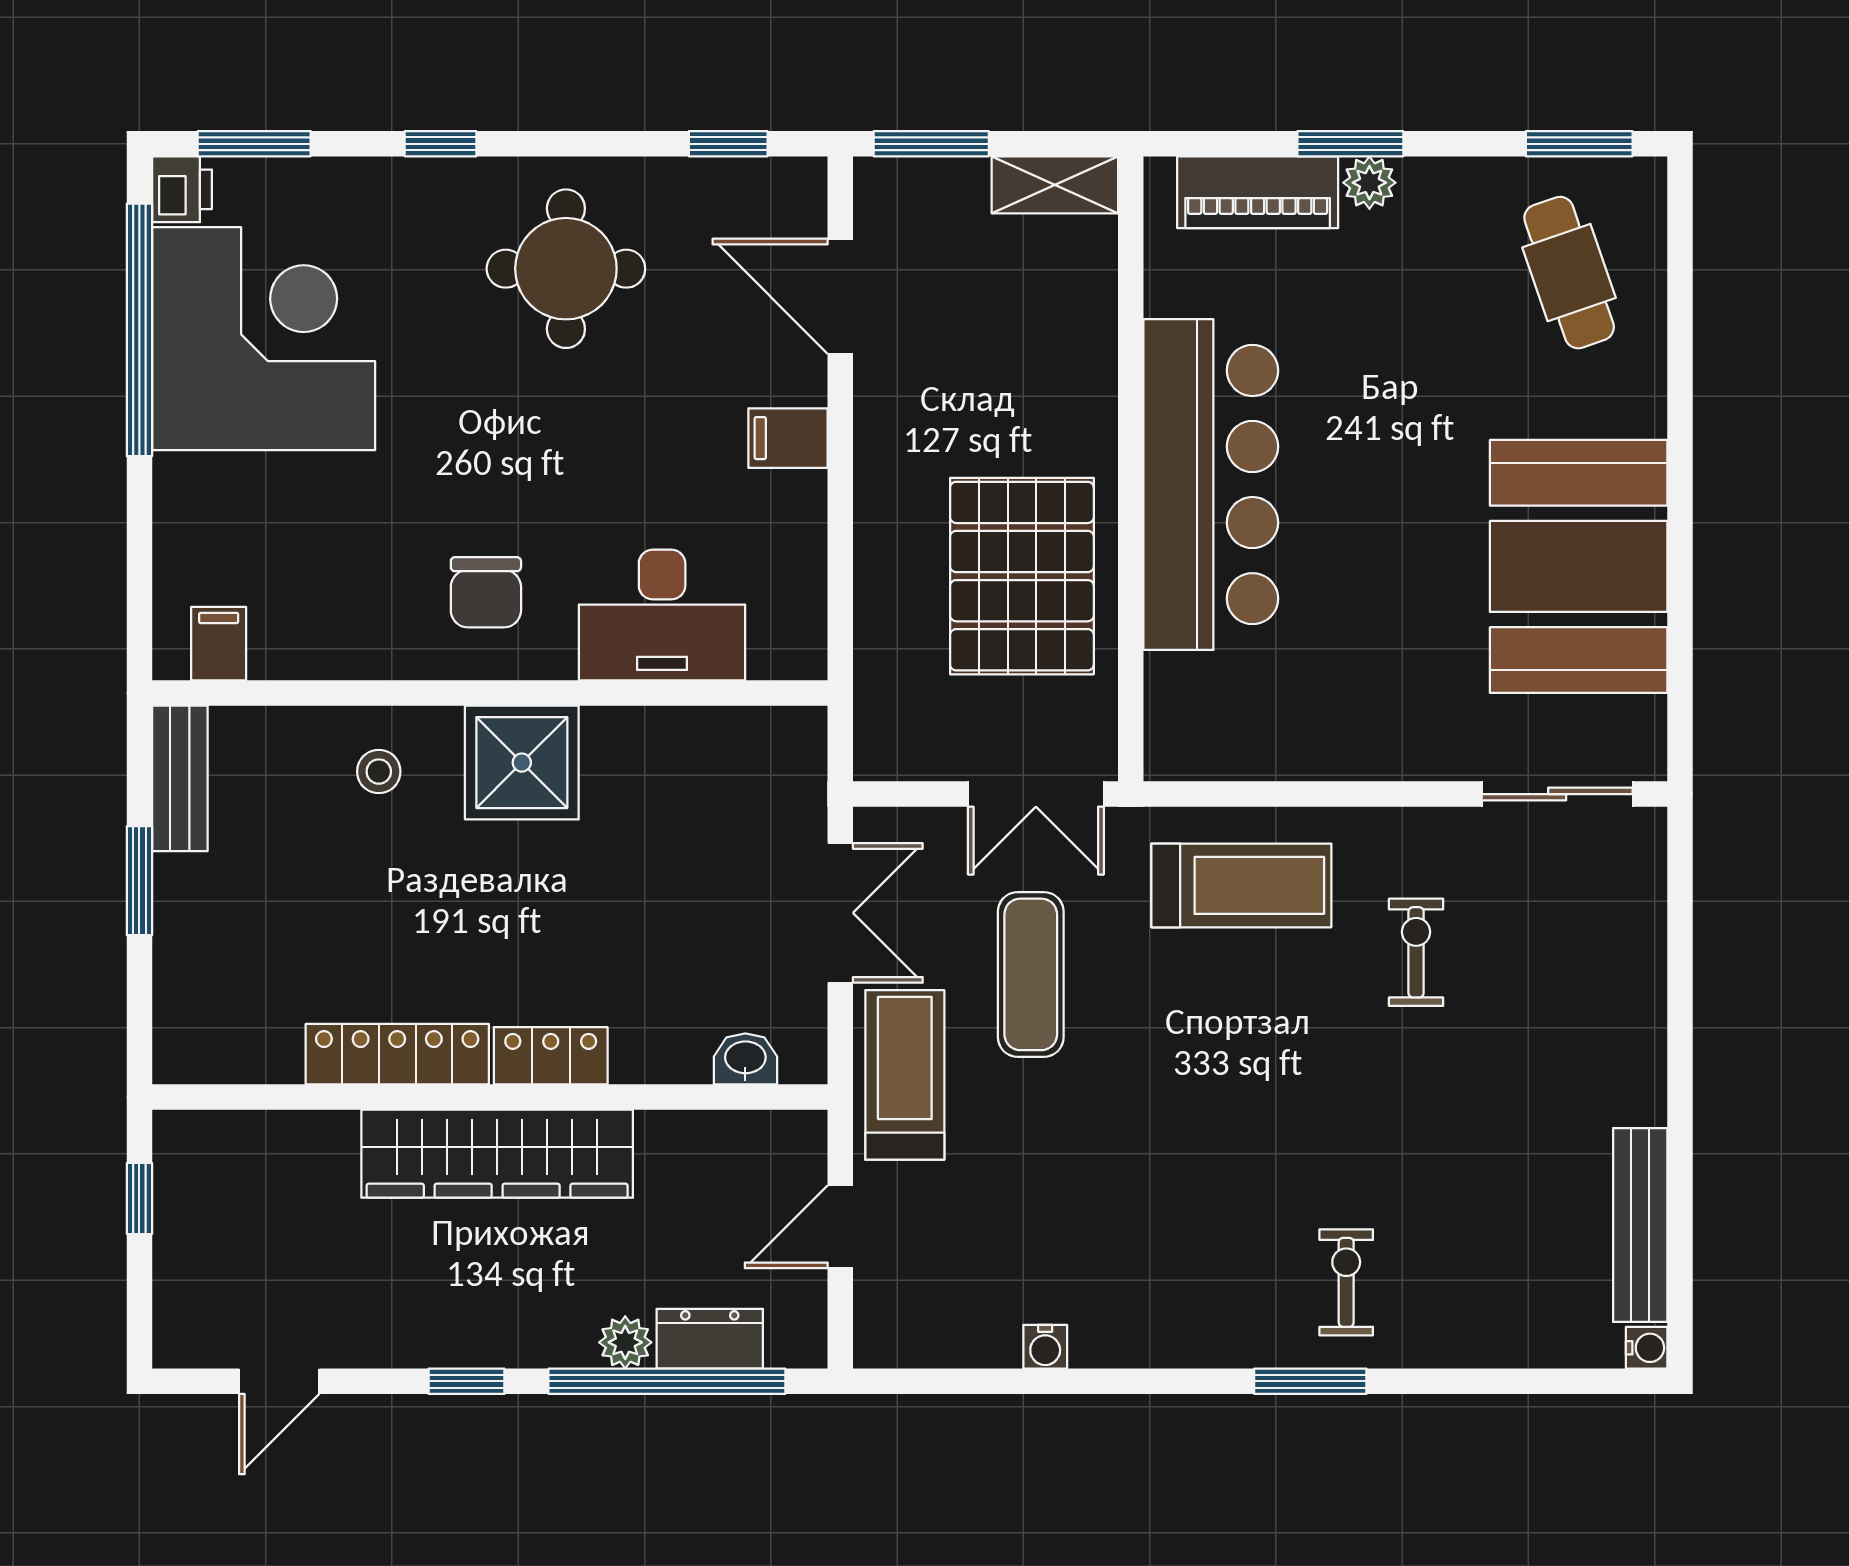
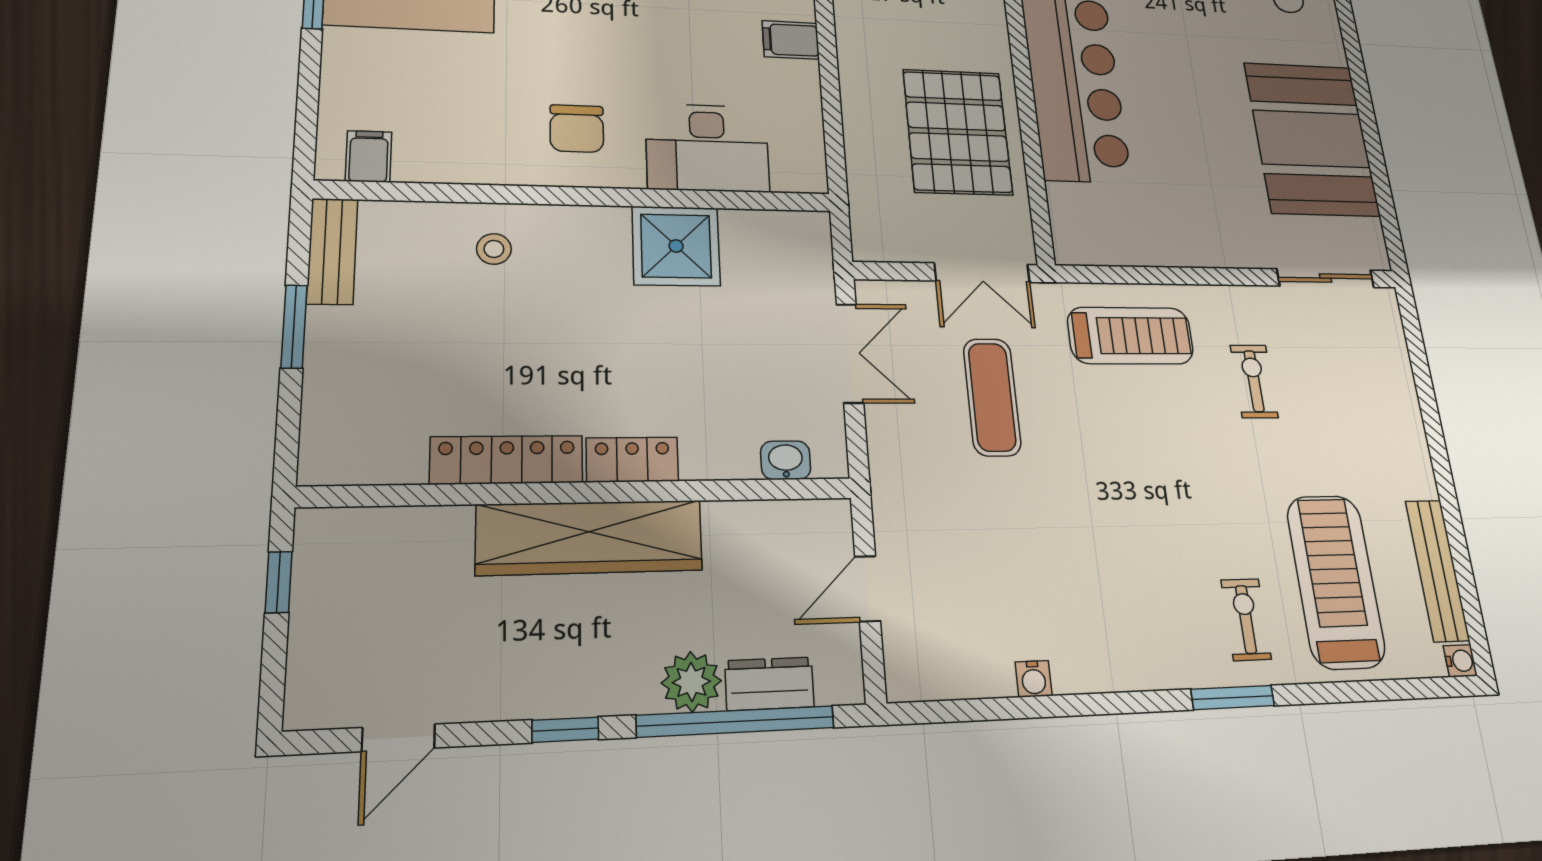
shower: (522, 763) -> (676, 246), moved
treadmill: (905, 1075) -> (1336, 581), moved, width x1.37, depth x1.38
plant: (625, 1342) -> (691, 682), width x1.38, depth x1.38

